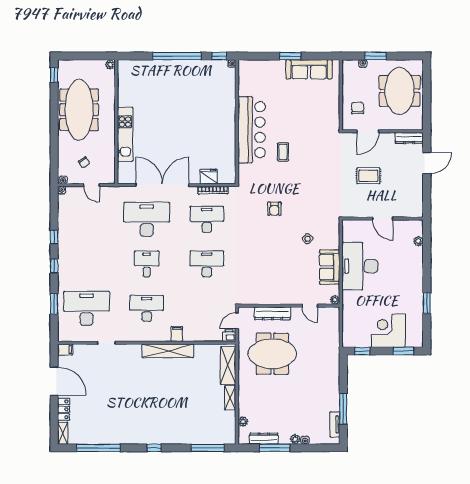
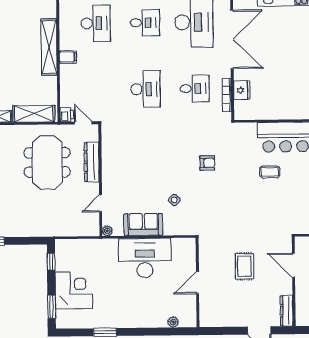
armchair: (274, 209) -> (207, 163), turned 180
desk: (207, 219) -> (195, 89), width x0.73

